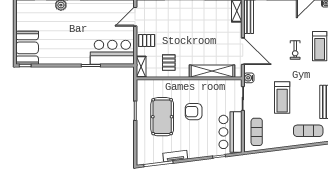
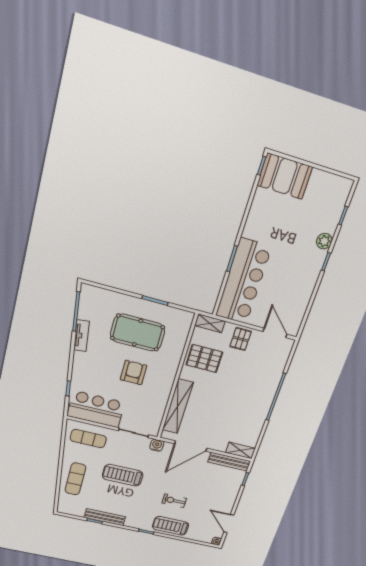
bar counter: (112, 52) -> (243, 281), width x1.36
pallet: (169, 63) -> (204, 358), width x1.50, depth x1.42
exercise mat: (308, 131) -> (75, 479), moved

